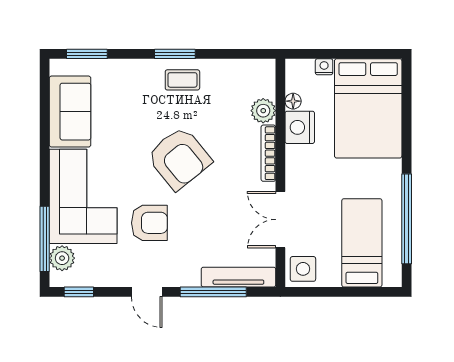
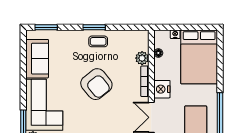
nightstand: (300, 127) -> (162, 89), moved
armchair: (149, 223) -> (80, 119), removed

